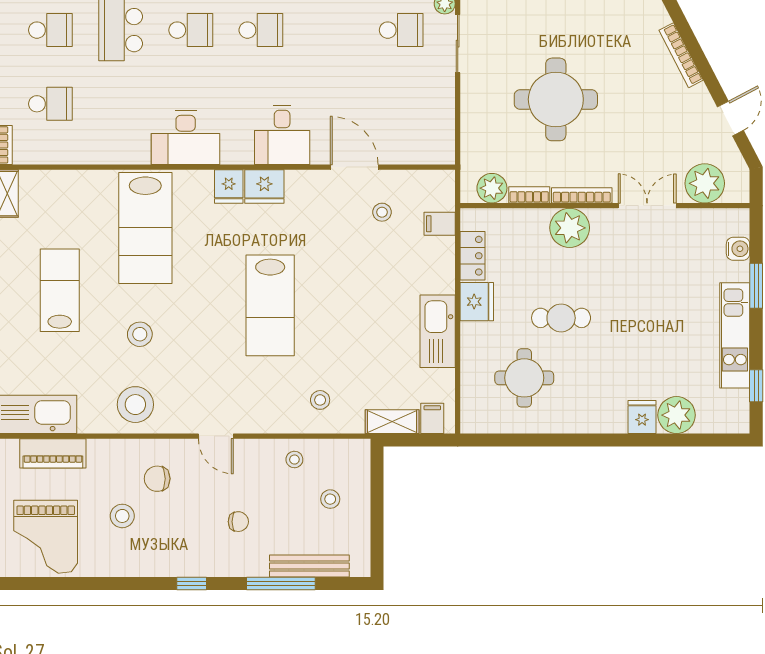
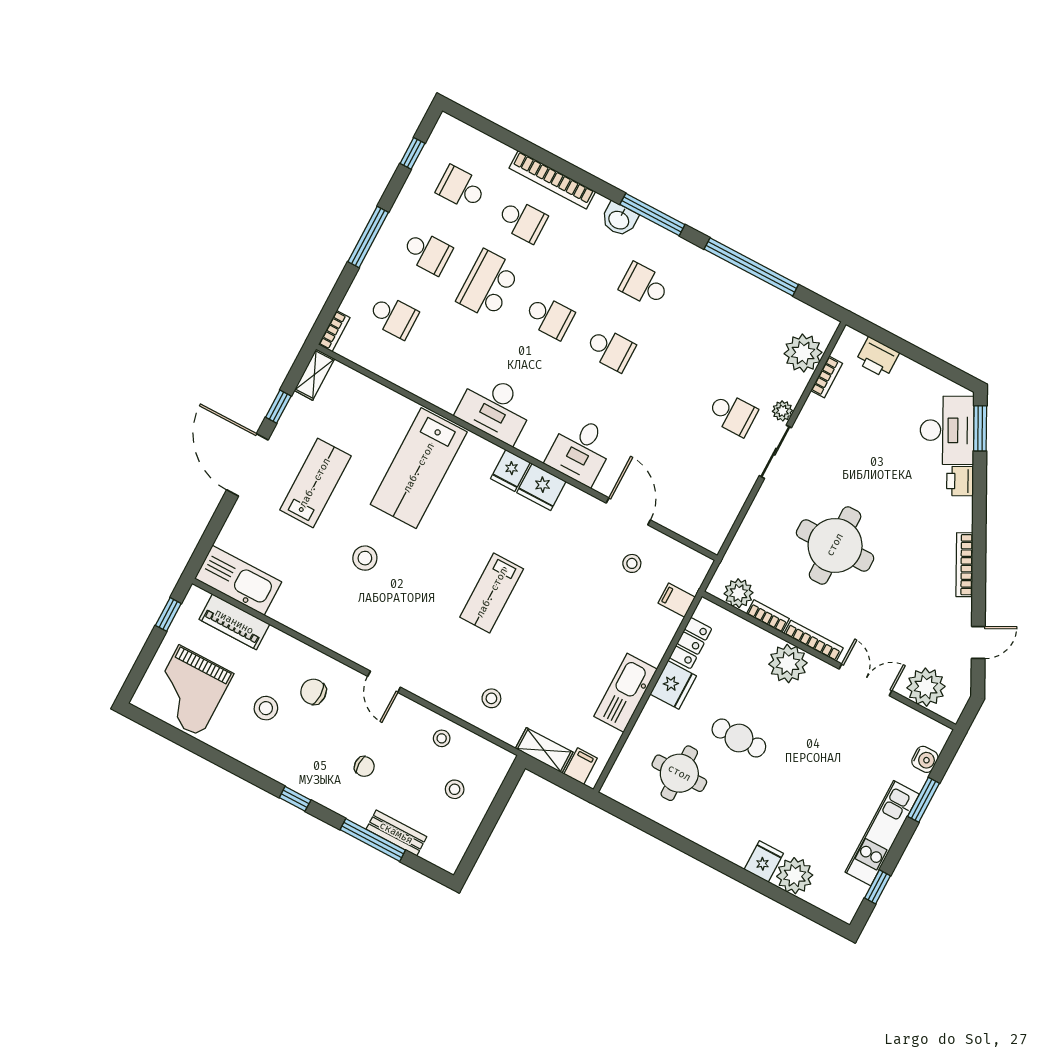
lab bench: (270, 305) -> (492, 593), width x0.73, depth x0.72
stool: (135, 405) -> (329, 617), removed
bench: (309, 566) -> (396, 833), width x0.73

